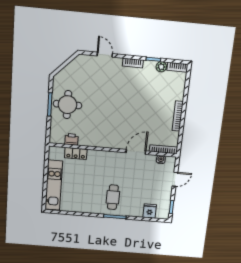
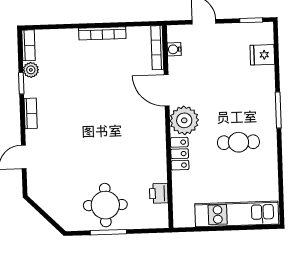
locker: (76, 154) -> (180, 154), moved
plant: (116, 160) -> (184, 120), added
cafe table: (113, 197) -> (238, 142), moved

